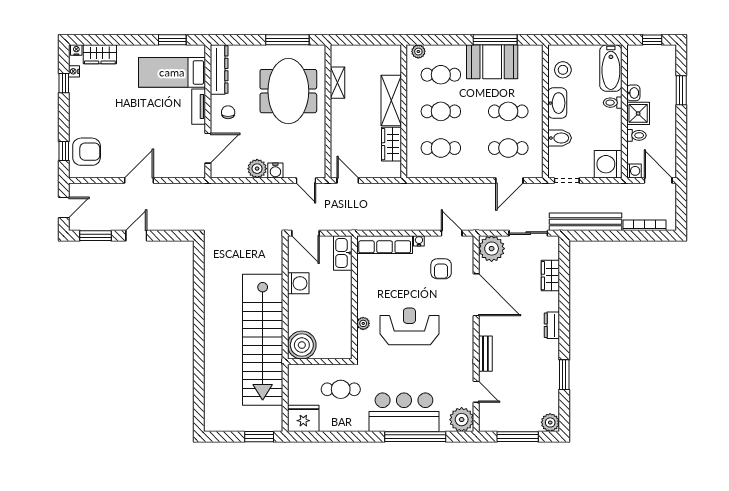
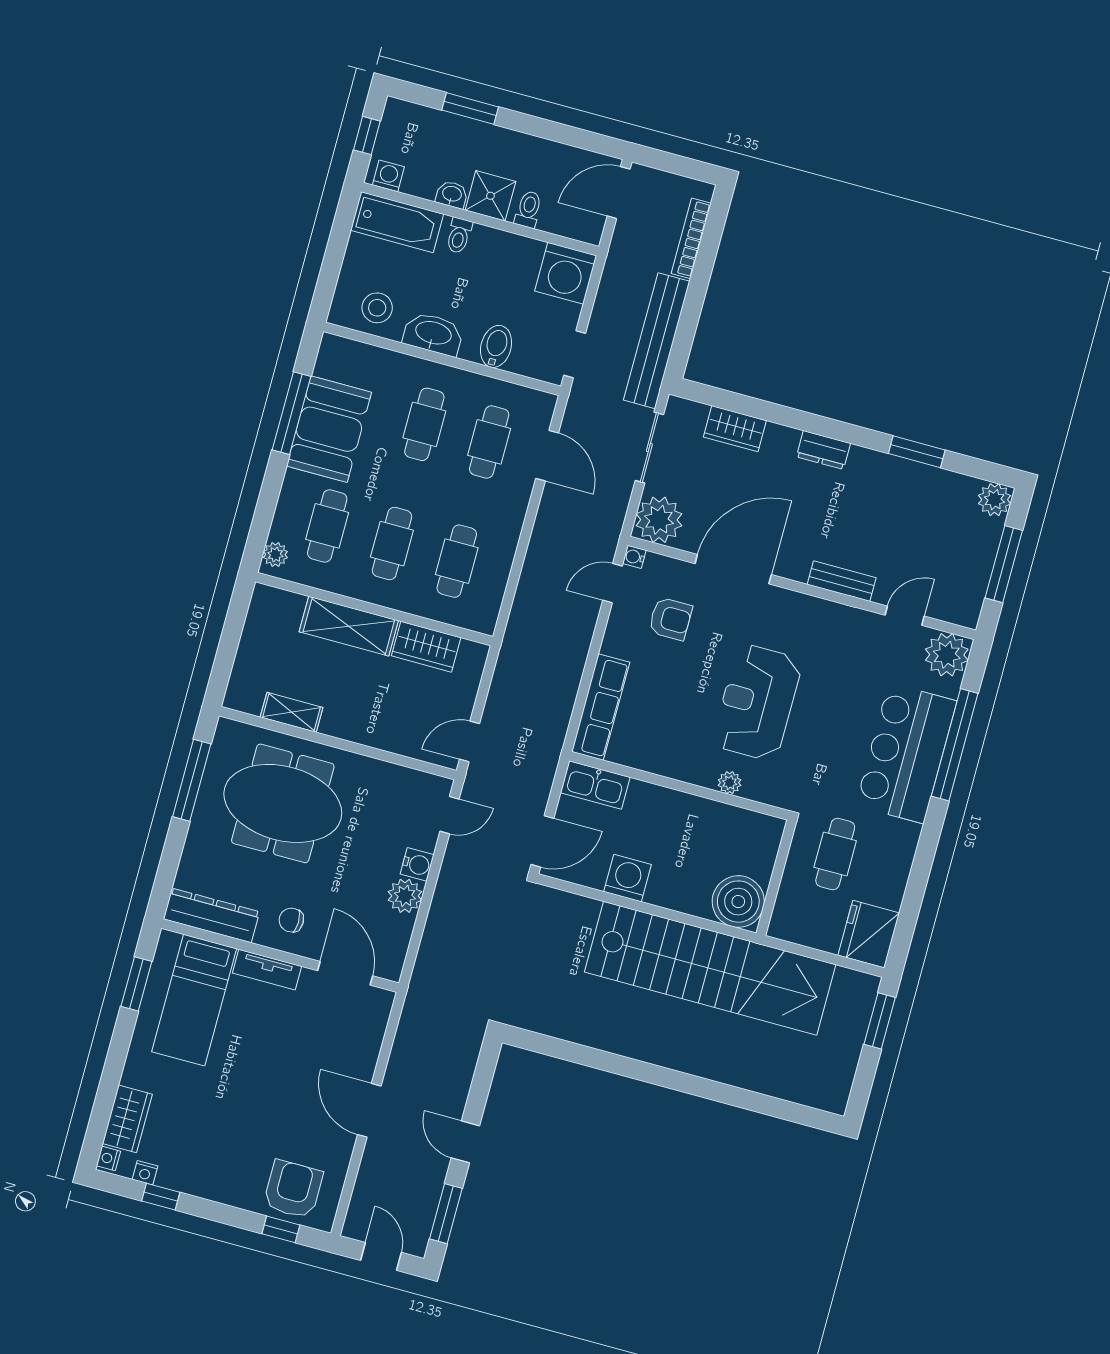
washing machine: (634, 171) -> (388, 176), moved
water cooler: (419, 241) -> (634, 557), moved

